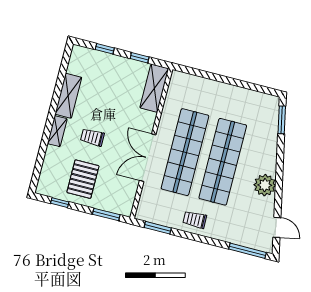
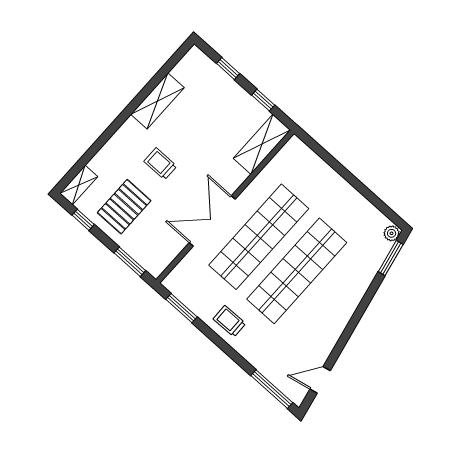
shelving: (57, 131) -> (79, 185), moved
plant: (265, 185) -> (392, 233), moved, width x0.53, depth x0.53
door: (277, 227) -> (320, 380), swing flipped

